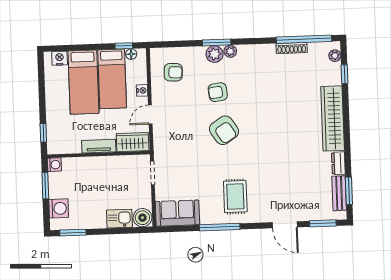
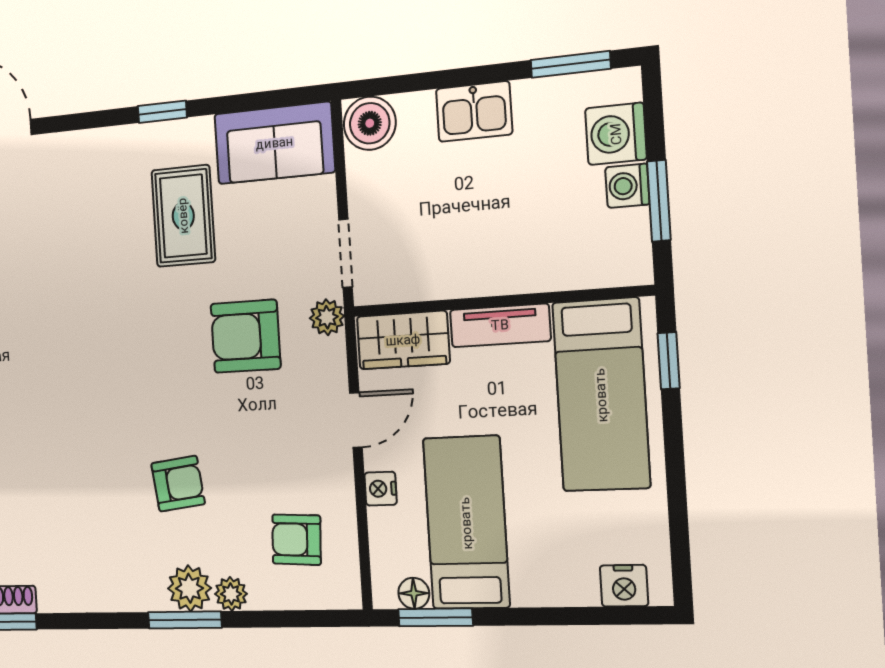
window: (124, 46) -> (435, 617), width x1.50
plant: (230, 51) -> (231, 594), moved
bed: (83, 82) -> (601, 395), moved, turned 180
armchair: (224, 130) -> (246, 336), moved, turned -57
plant: (160, 151) -> (327, 317), added
washing machine: (54, 165) -> (627, 186), moved
rug: (235, 197) -> (183, 216), moved
kitchen sink: (119, 219) -> (474, 111), moved
window: (220, 227) -> (162, 112), width x0.46

